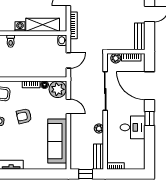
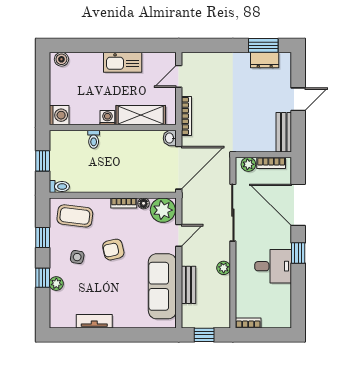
door: (68, 60) -> (179, 168), width x1.87
door: (68, 106) -> (179, 235), hinge flipped
bench: (99, 157) -> (188, 285), moved

